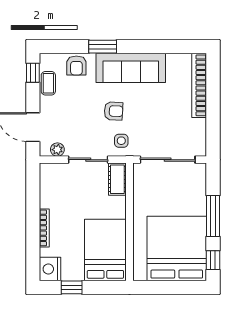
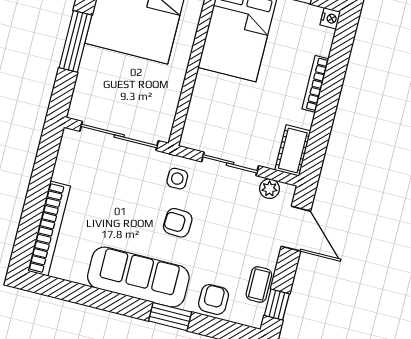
cot: (117, 179) -> (293, 151), moved
nightstand: (50, 269) -> (330, 18), width x0.53, depth x0.56

